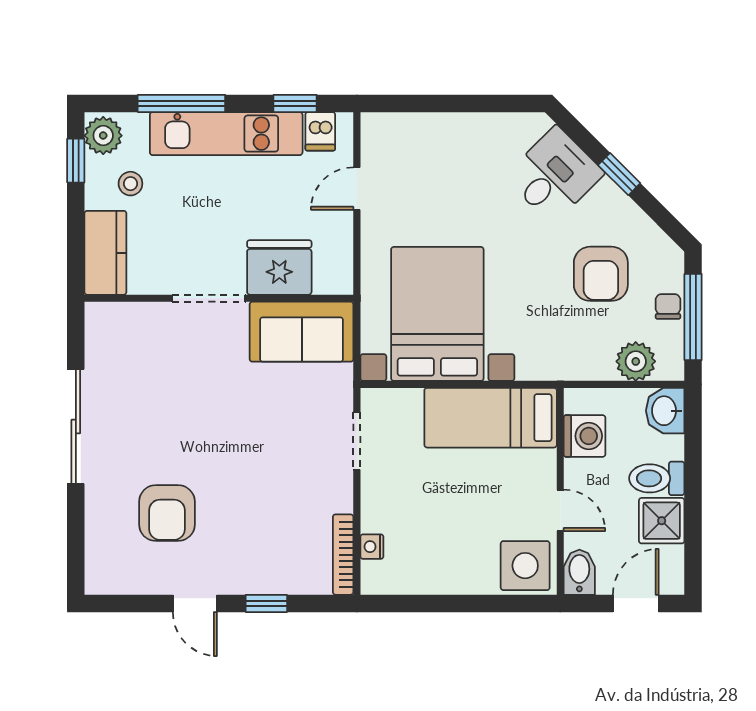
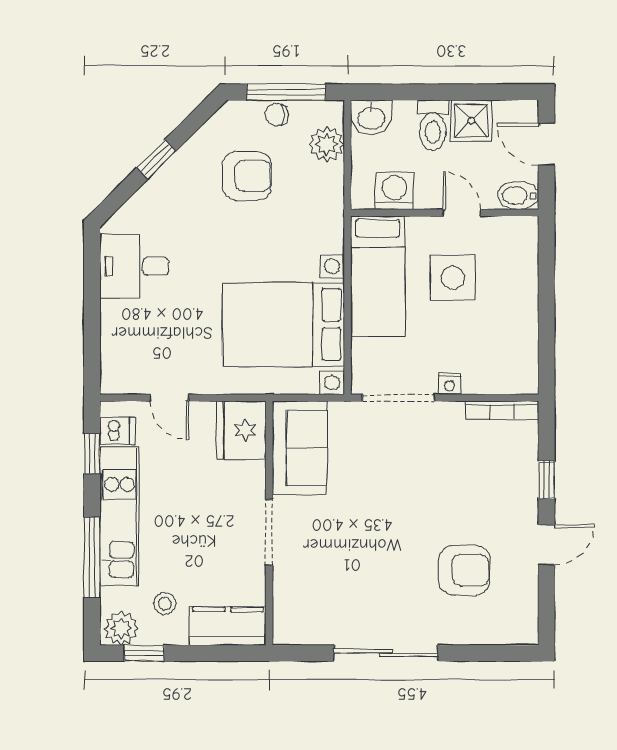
desk: (554, 175) -> (134, 266), moved, turned -45
fridge: (279, 268) -> (241, 430), moved
doorway: (357, 441) -> (399, 398), width x1.38
door: (560, 510) -> (462, 213), hinge flipped
nightstand: (372, 547) -> (450, 384), moved
side table: (525, 566) -> (453, 278), moved

